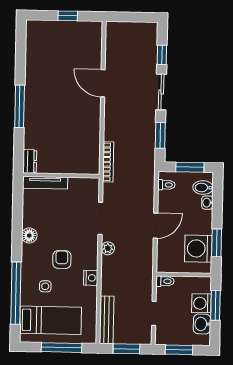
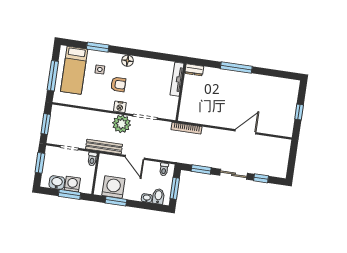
floor lamp: (29, 236) -> (128, 61), moved
plant: (108, 248) -> (122, 124), width x1.88, depth x1.88
nightstand: (91, 278) -> (120, 107), moved
window: (16, 293) -> (98, 47), width x0.47
bench: (107, 320) -> (104, 147), moved

